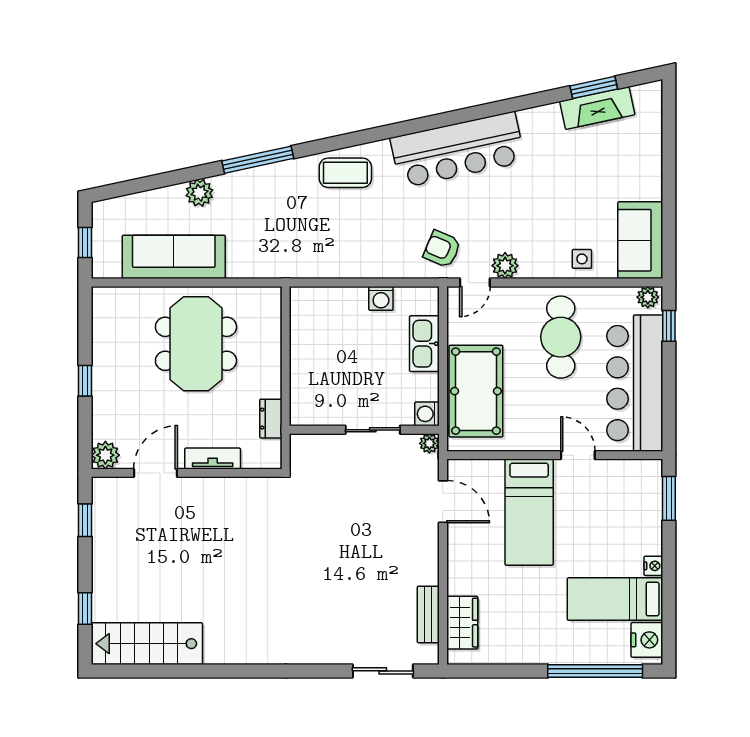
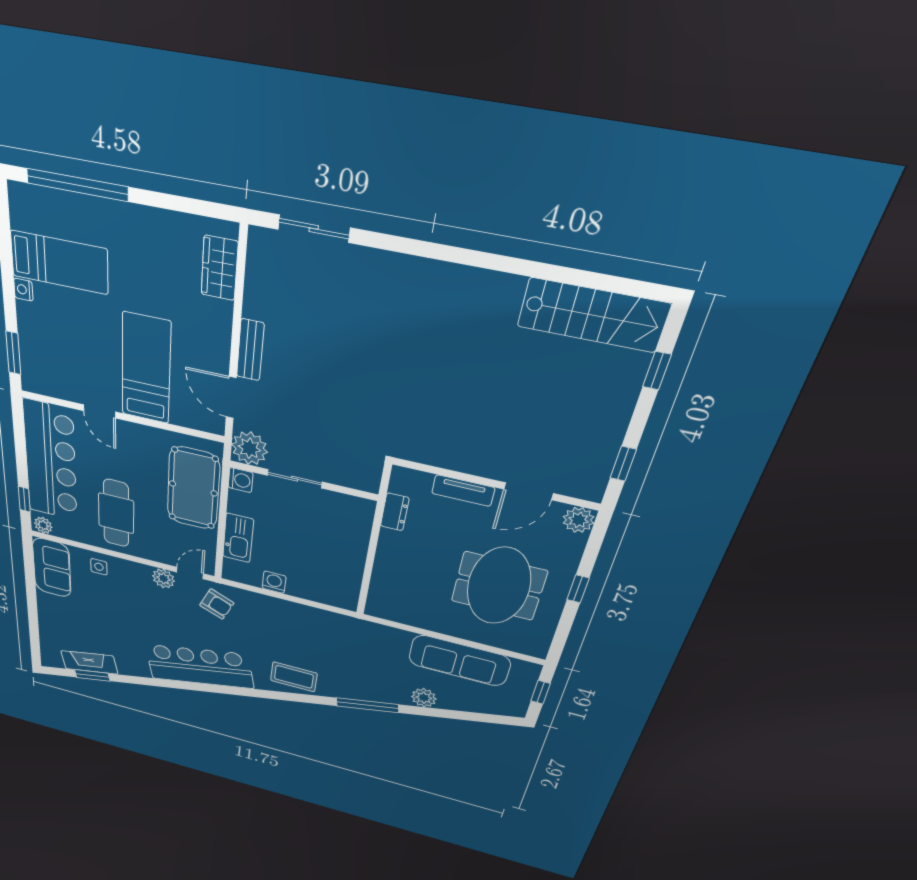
meeting table: (196, 344) -> (499, 586), moved
plant: (429, 443) -> (249, 448), width x1.88, depth x1.88
bench: (428, 615) -> (250, 350), moved
nightstand: (647, 640) -> (25, 211), removed

